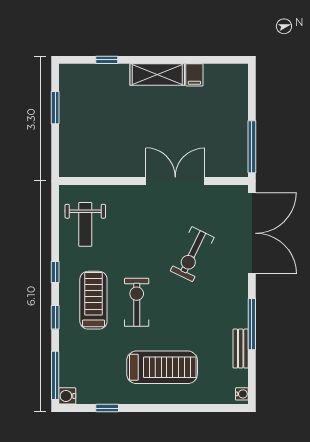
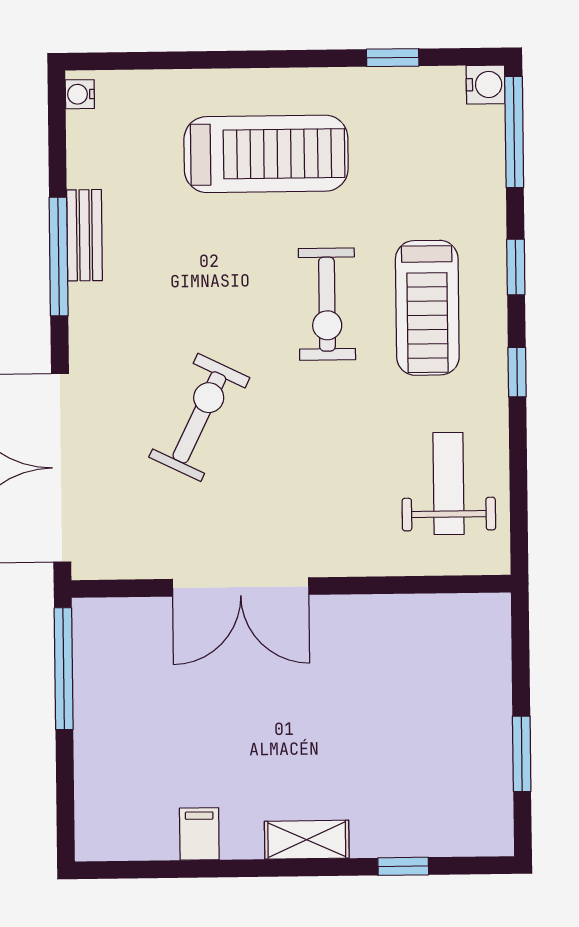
shelving: (157, 75) -> (307, 840), width x0.67, depth x0.75
bench: (241, 349) -> (84, 235), moved
treadmill: (162, 367) -> (266, 154), turned 180

